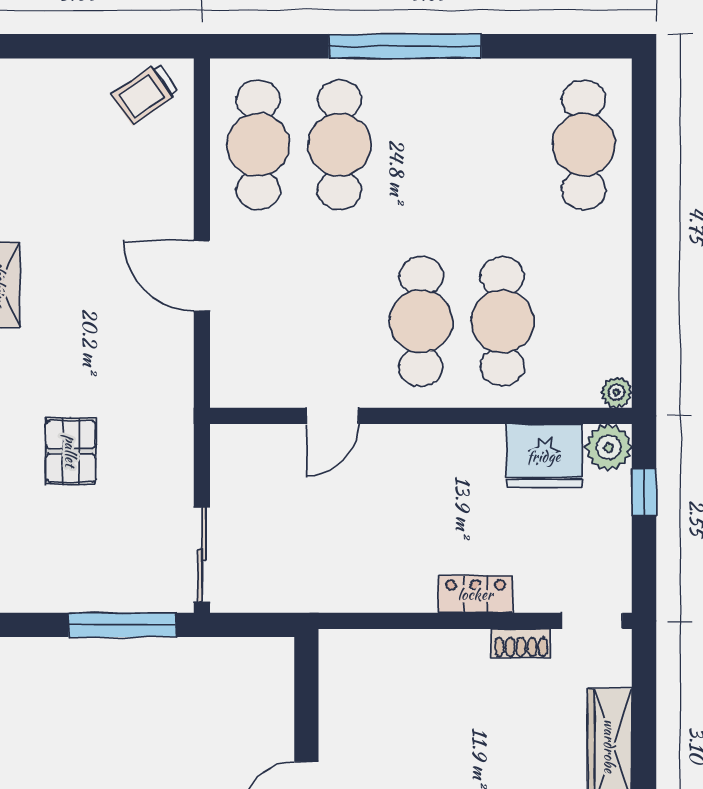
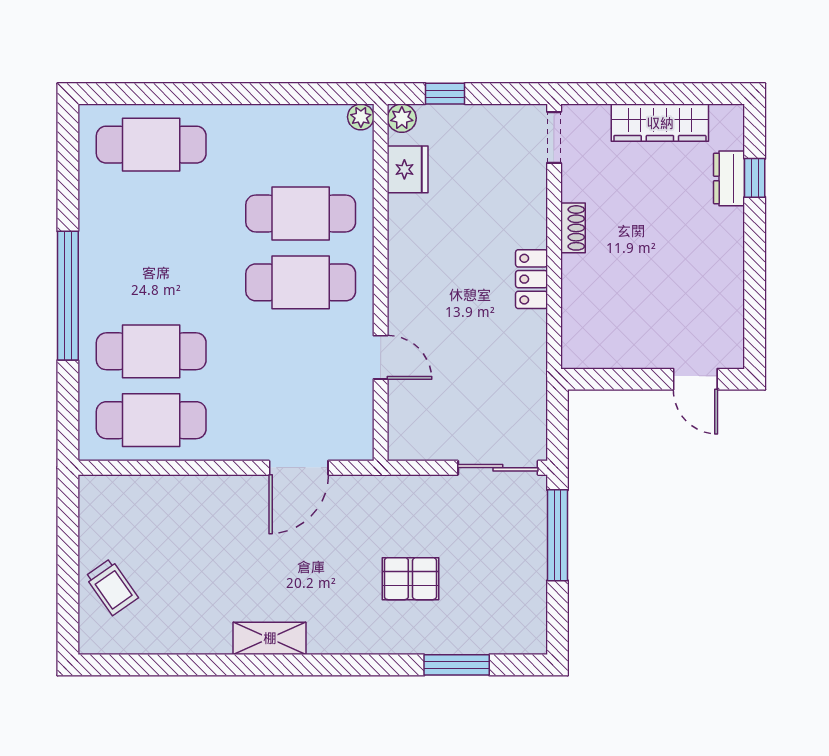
trolley: (145, 94) -> (112, 587), moved
door: (202, 276) -> (299, 468), moved
plant: (609, 447) -> (402, 118), width x0.73, depth x0.73
fridge: (544, 456) -> (408, 169), width x0.73, depth x0.75
locker: (475, 594) -> (531, 279), moved
shoe rack: (521, 643) -> (573, 228), moved

